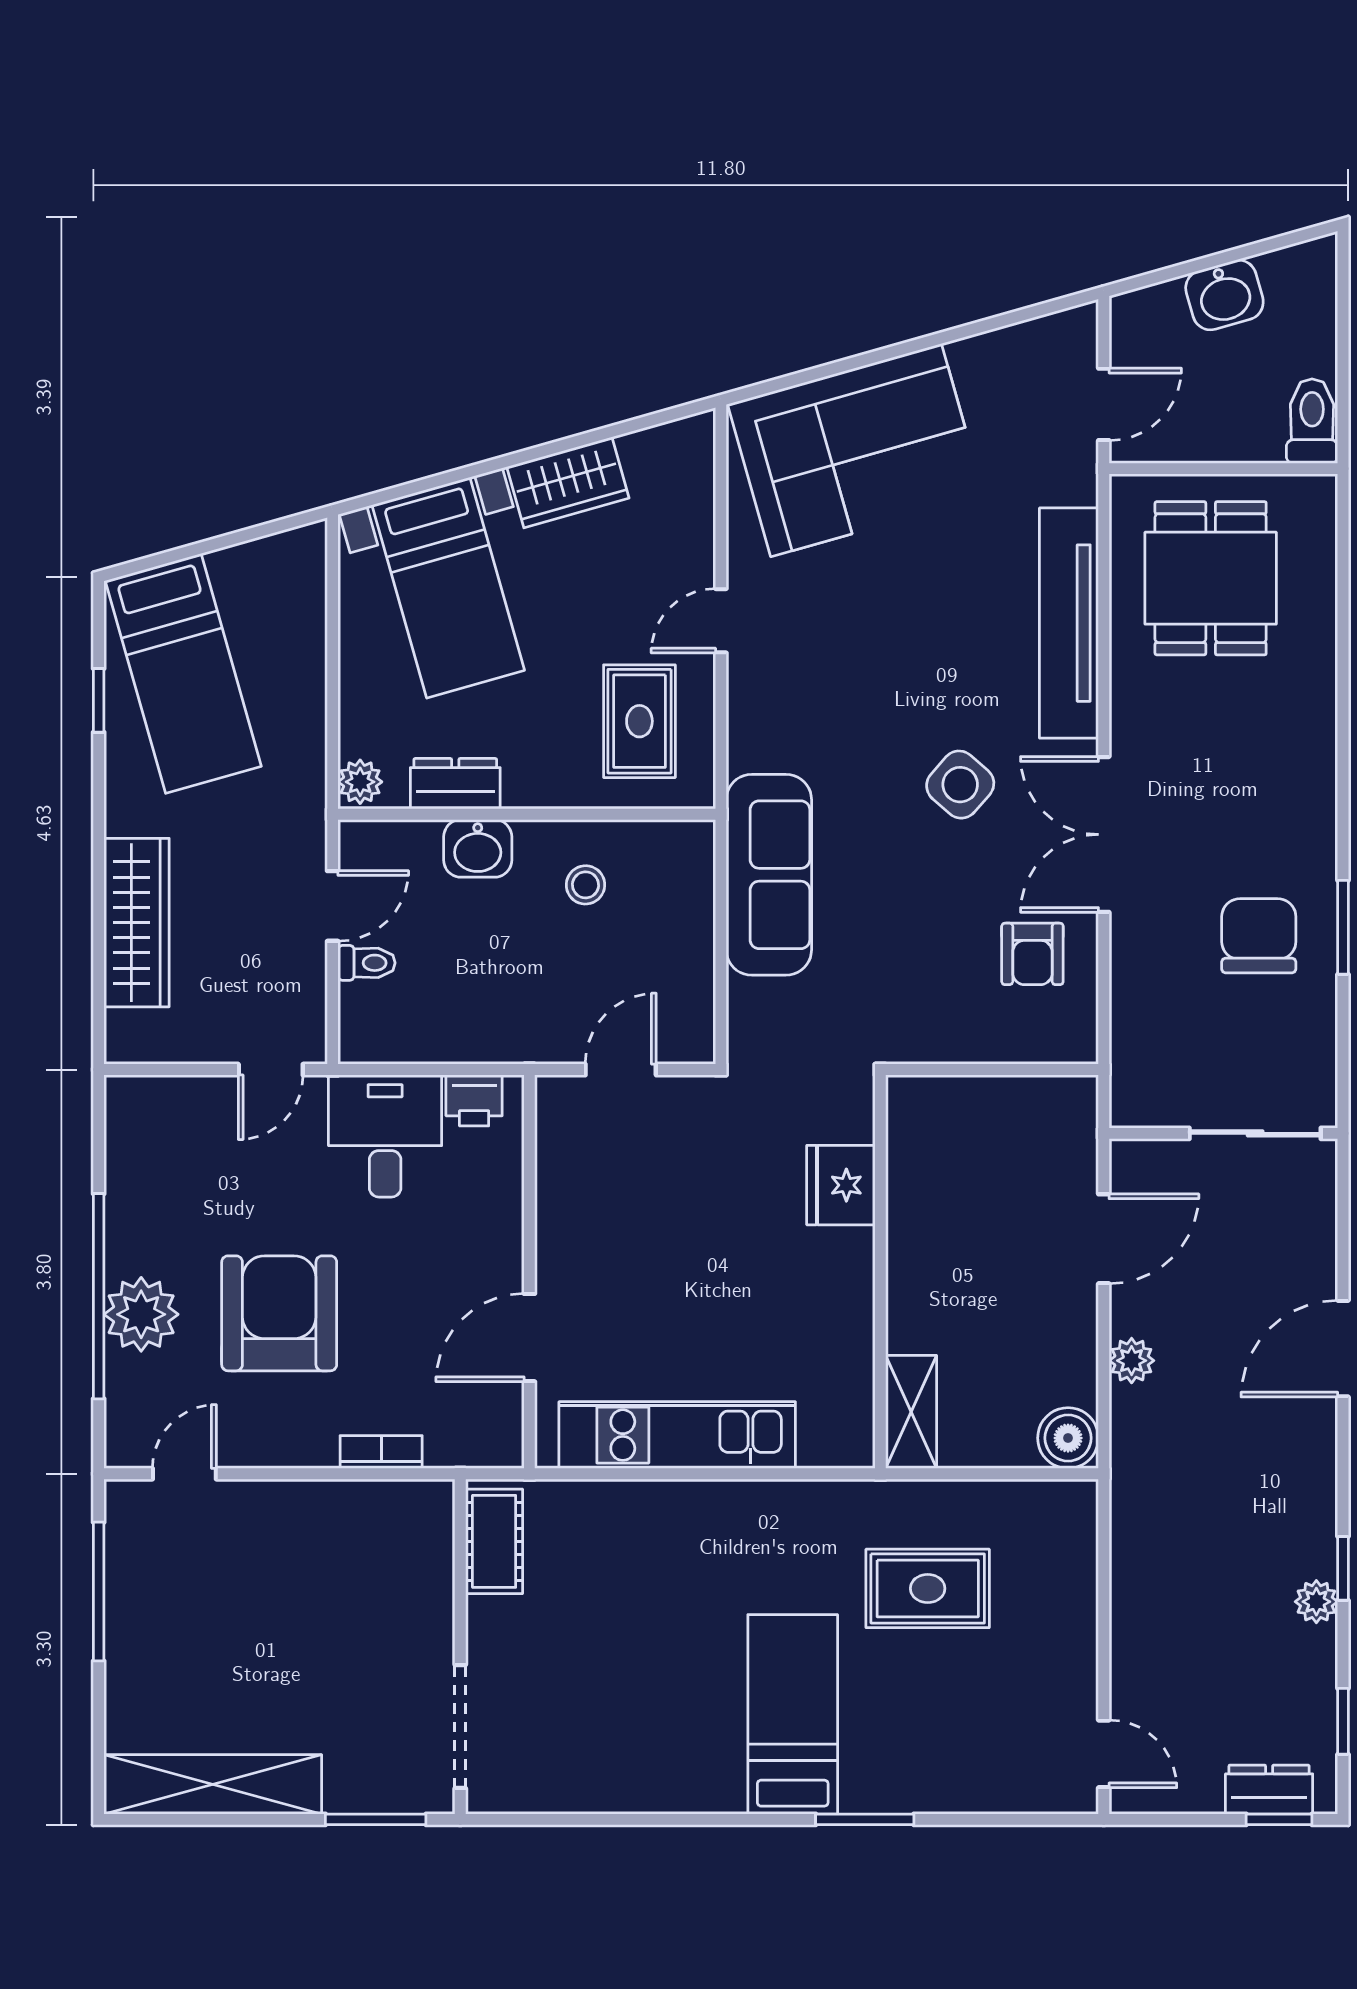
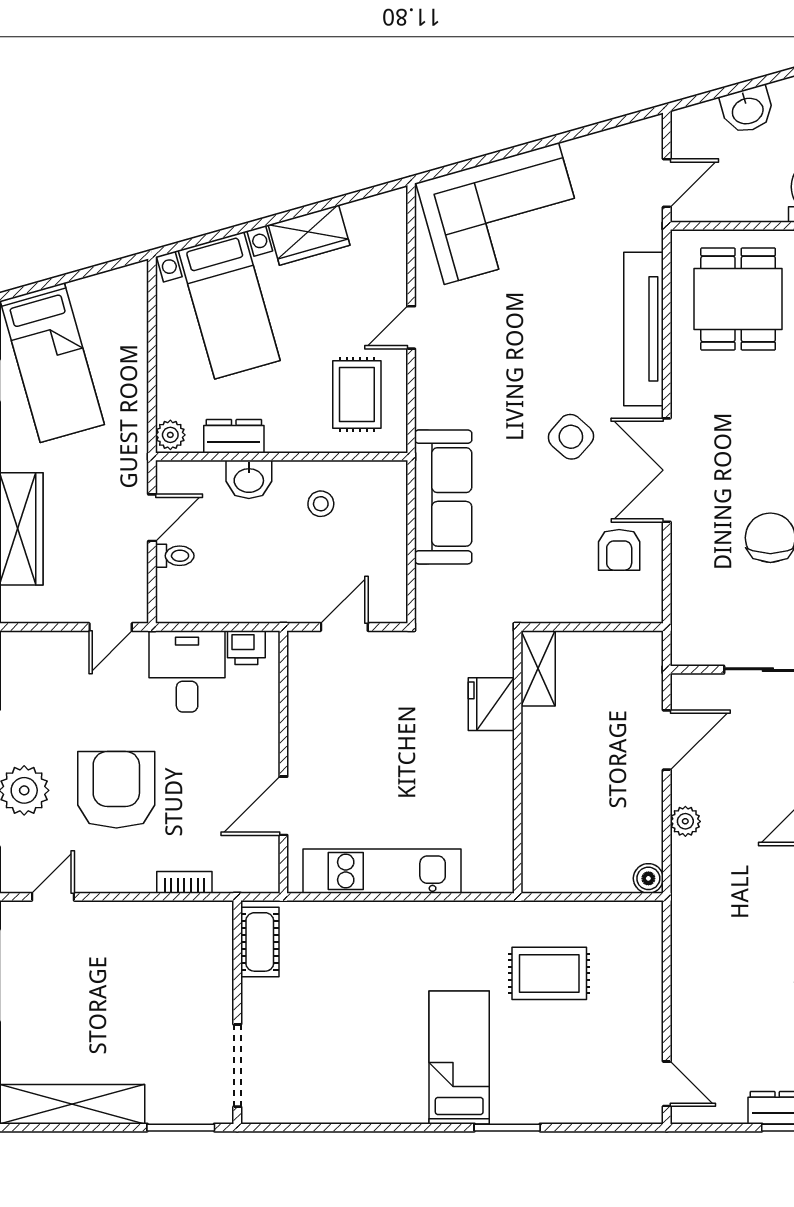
shelving: (911, 1412) -> (538, 668), moved
boiler: (1068, 1438) -> (648, 878), width x0.73, depth x0.73

